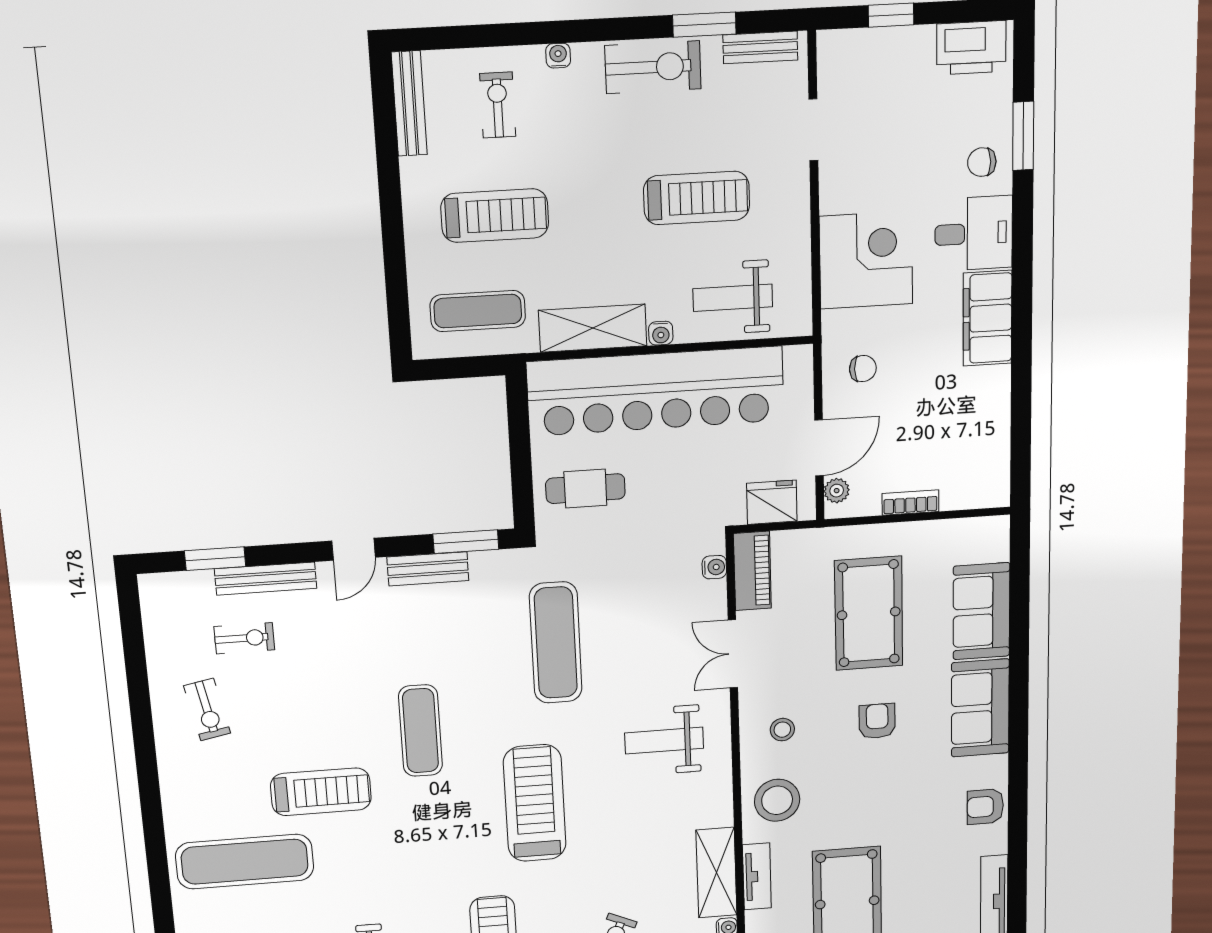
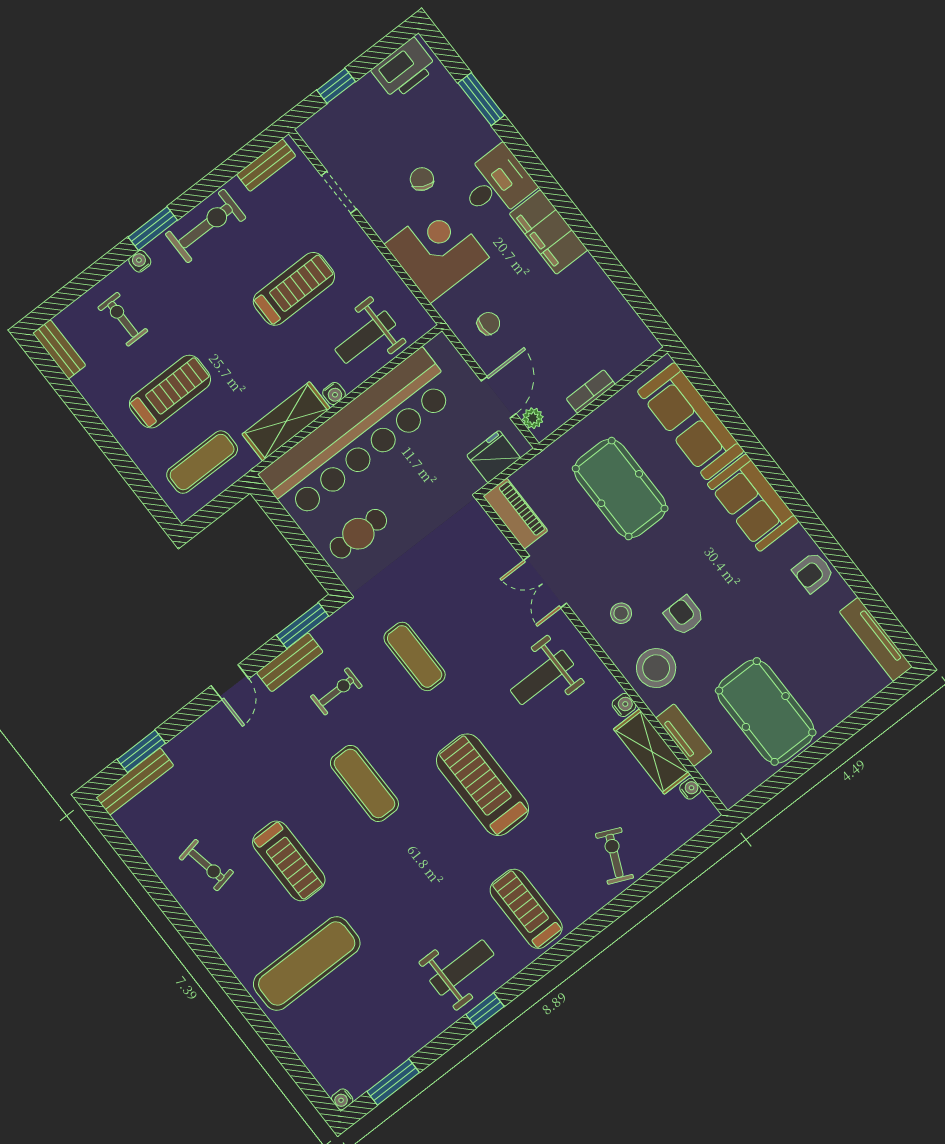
window: (704, 25) -> (153, 229), moved
bench: (409, 104) -> (59, 349), width x0.73
chair: (982, 162) -> (422, 179), moved, turned 115
water cooler: (714, 567) -> (624, 705), moved
bench: (266, 579) -> (135, 781), moved
sofa: (981, 611) -> (691, 421), width x1.36
exercise bike: (244, 638) -> (336, 691), moved
exercise mat: (556, 643) -> (415, 656), width x0.73, depth x0.69
armchair: (877, 721) -> (684, 616), moved
treadmill: (321, 792) -> (289, 861), moved, turned 90

